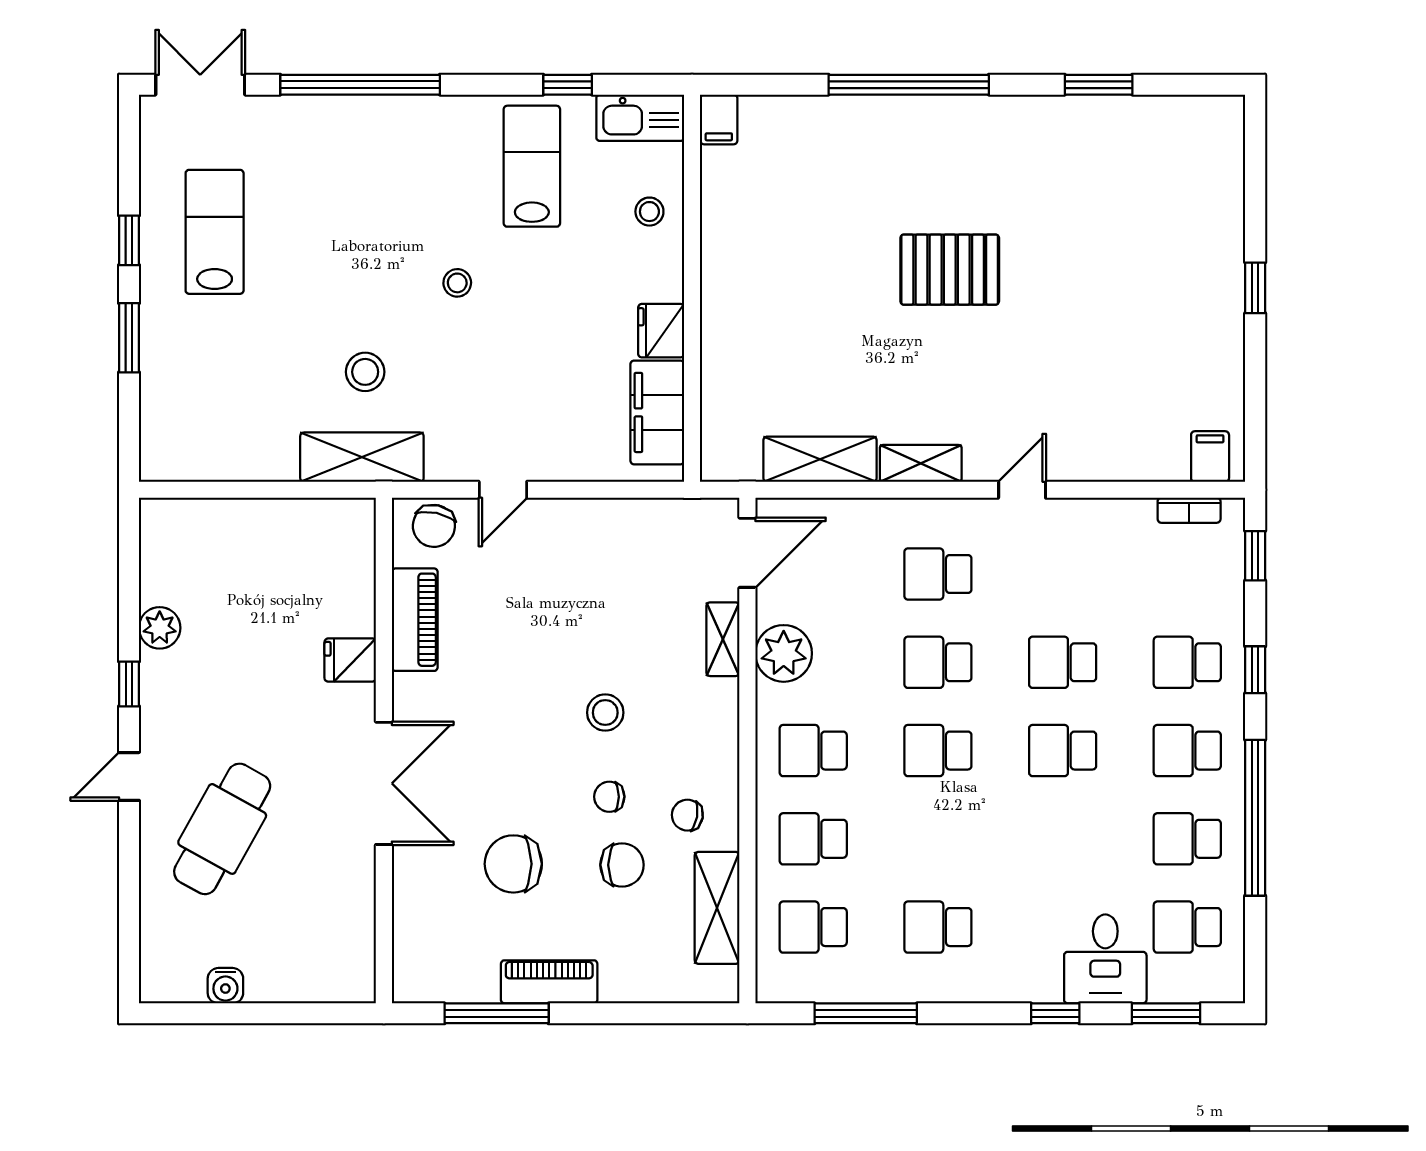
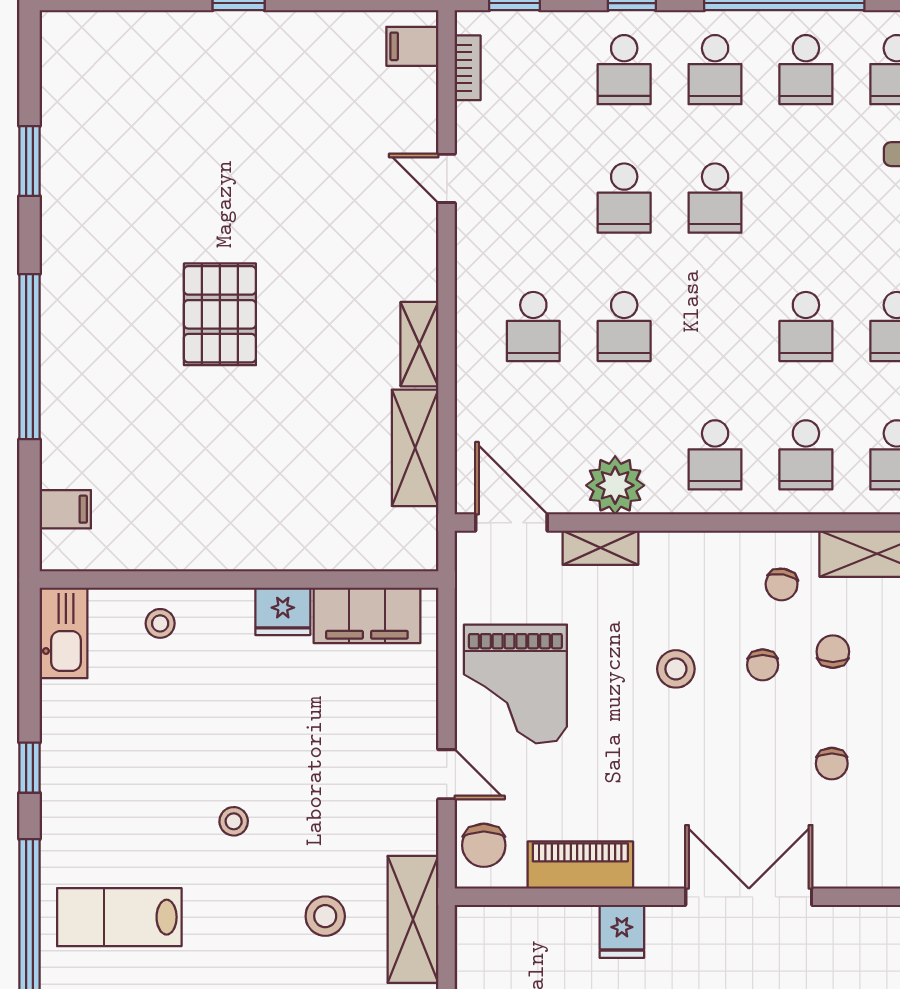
window: (568, 85) -> (30, 768), moved
filing cabinet: (719, 119) -> (65, 509), moved
lab bench: (532, 166) -> (119, 917), moved
door: (1022, 490) -> (447, 178), moved
chair: (434, 526) -> (484, 845), turned 78
grand piano: (591, 557) -> (515, 684), added
school desk: (938, 751) -> (806, 326), moved
chair: (513, 864) -> (832, 764), width x0.54, depth x0.54
chair: (622, 865) -> (833, 652), width x0.73, depth x0.73

